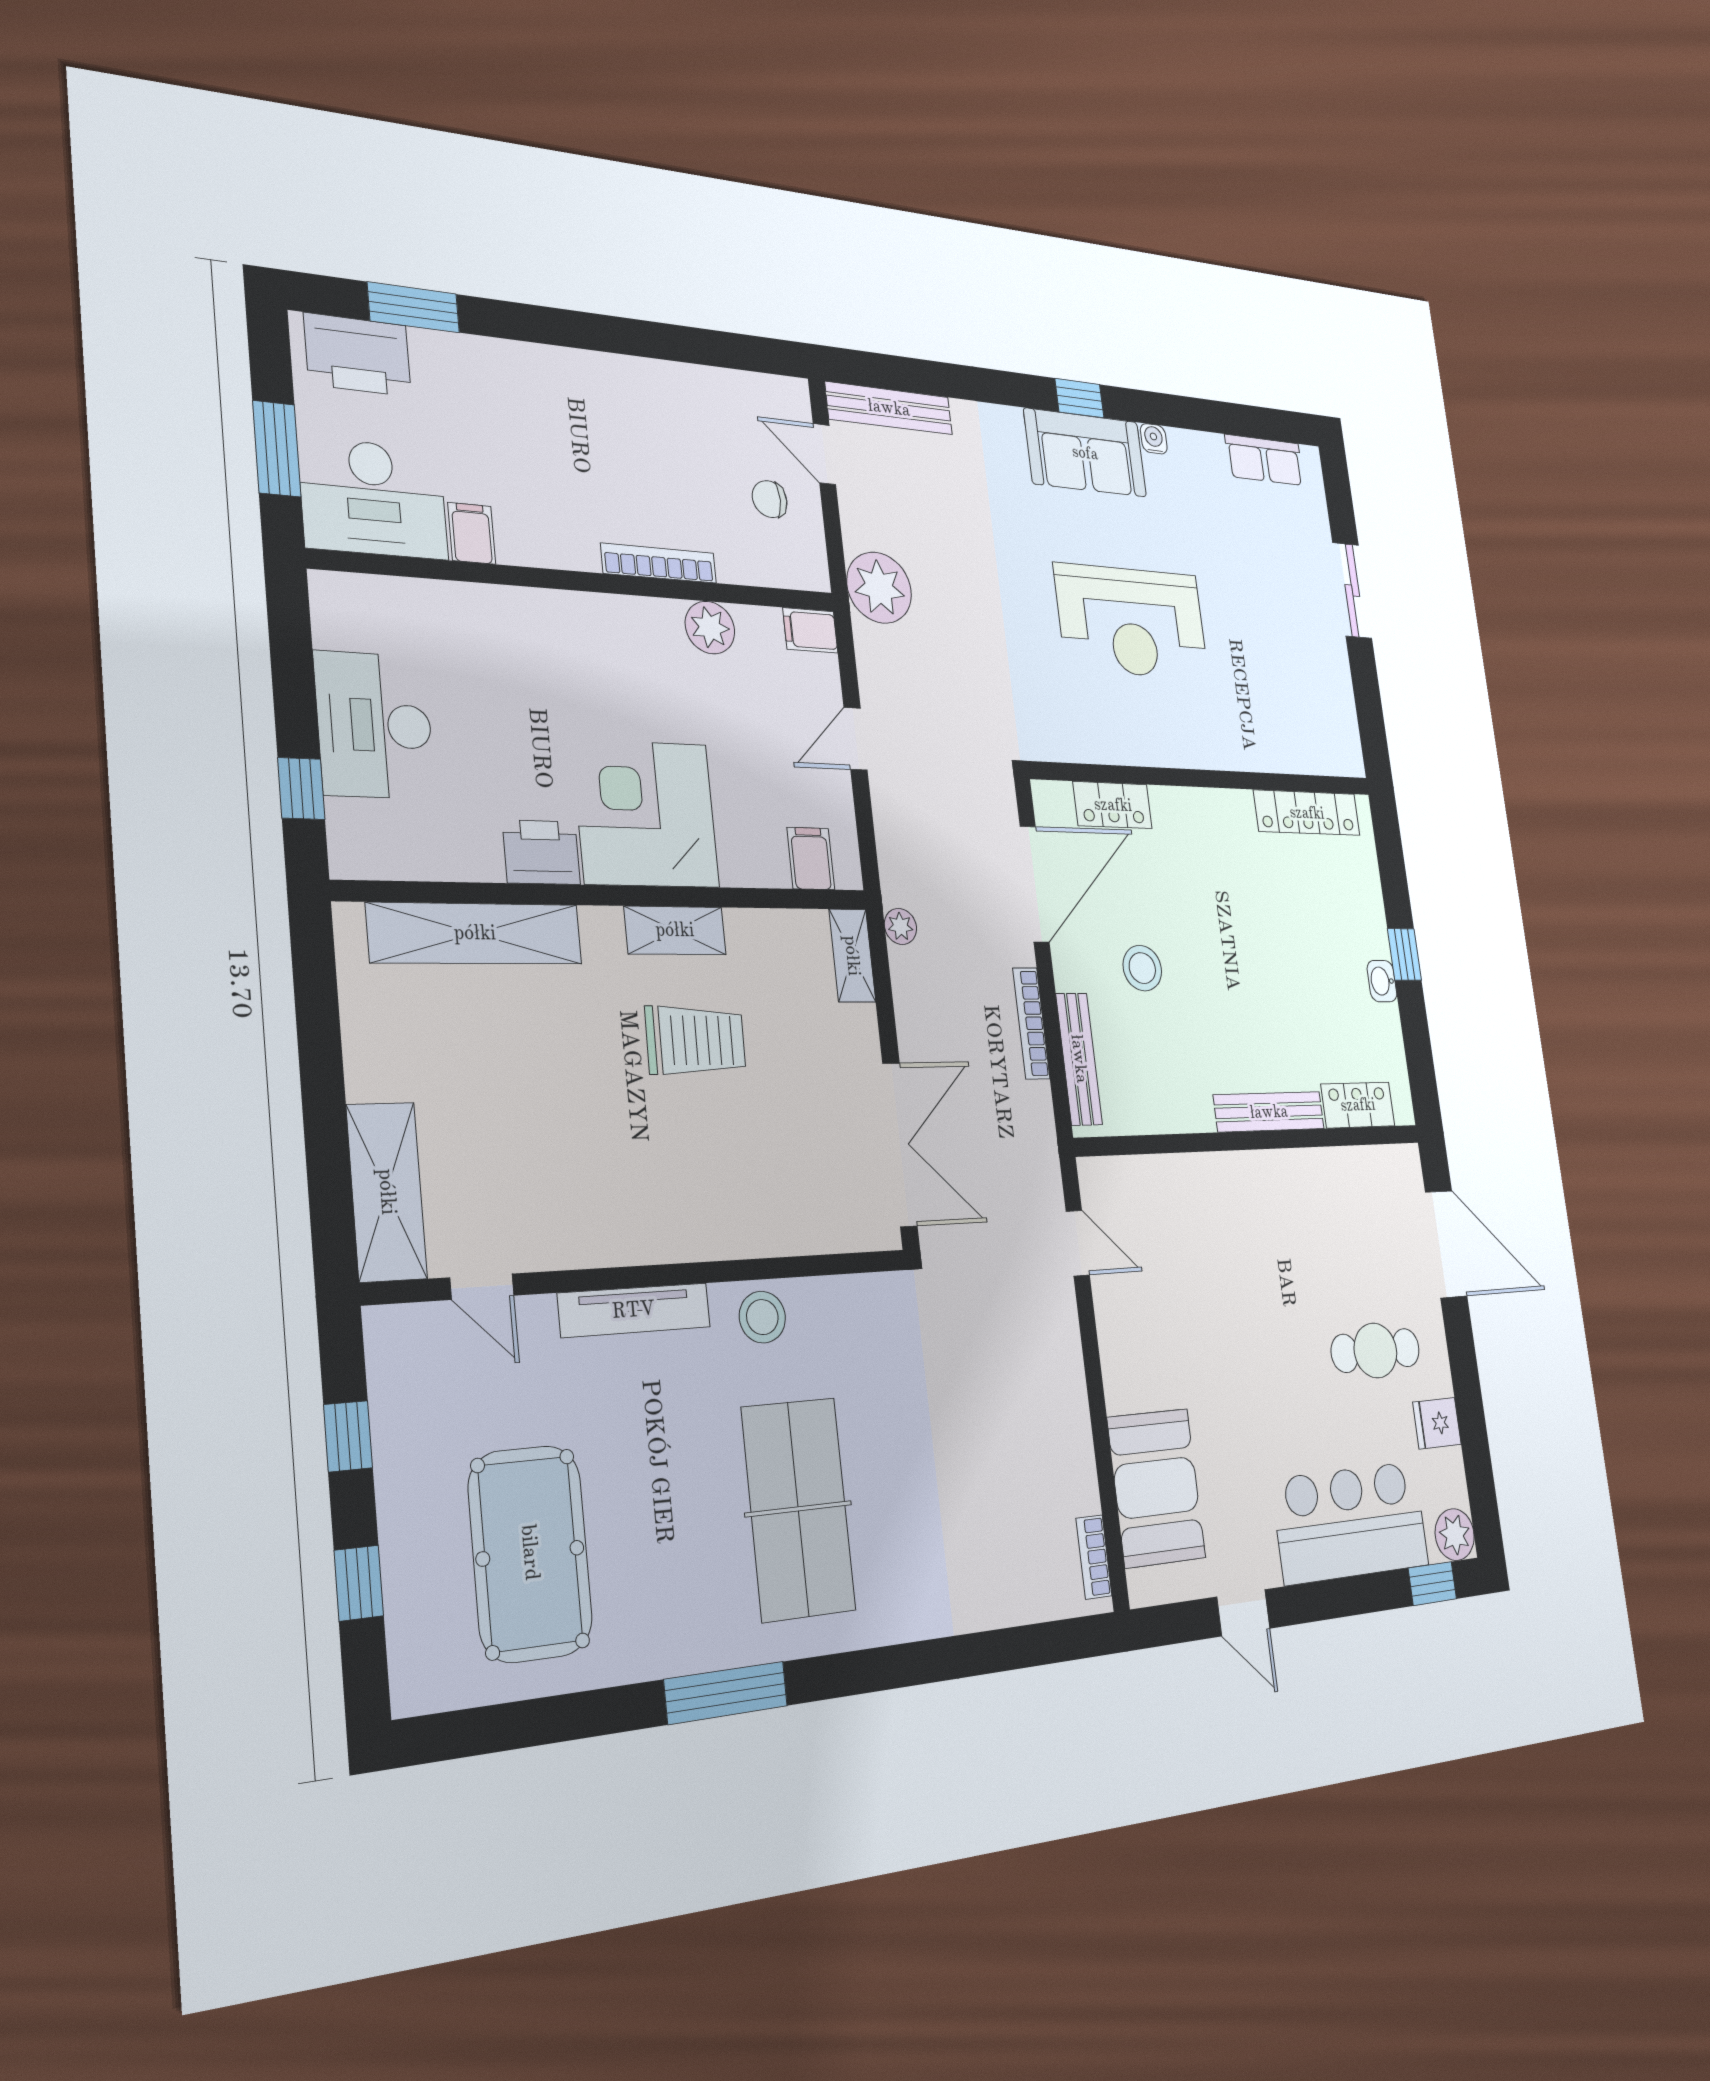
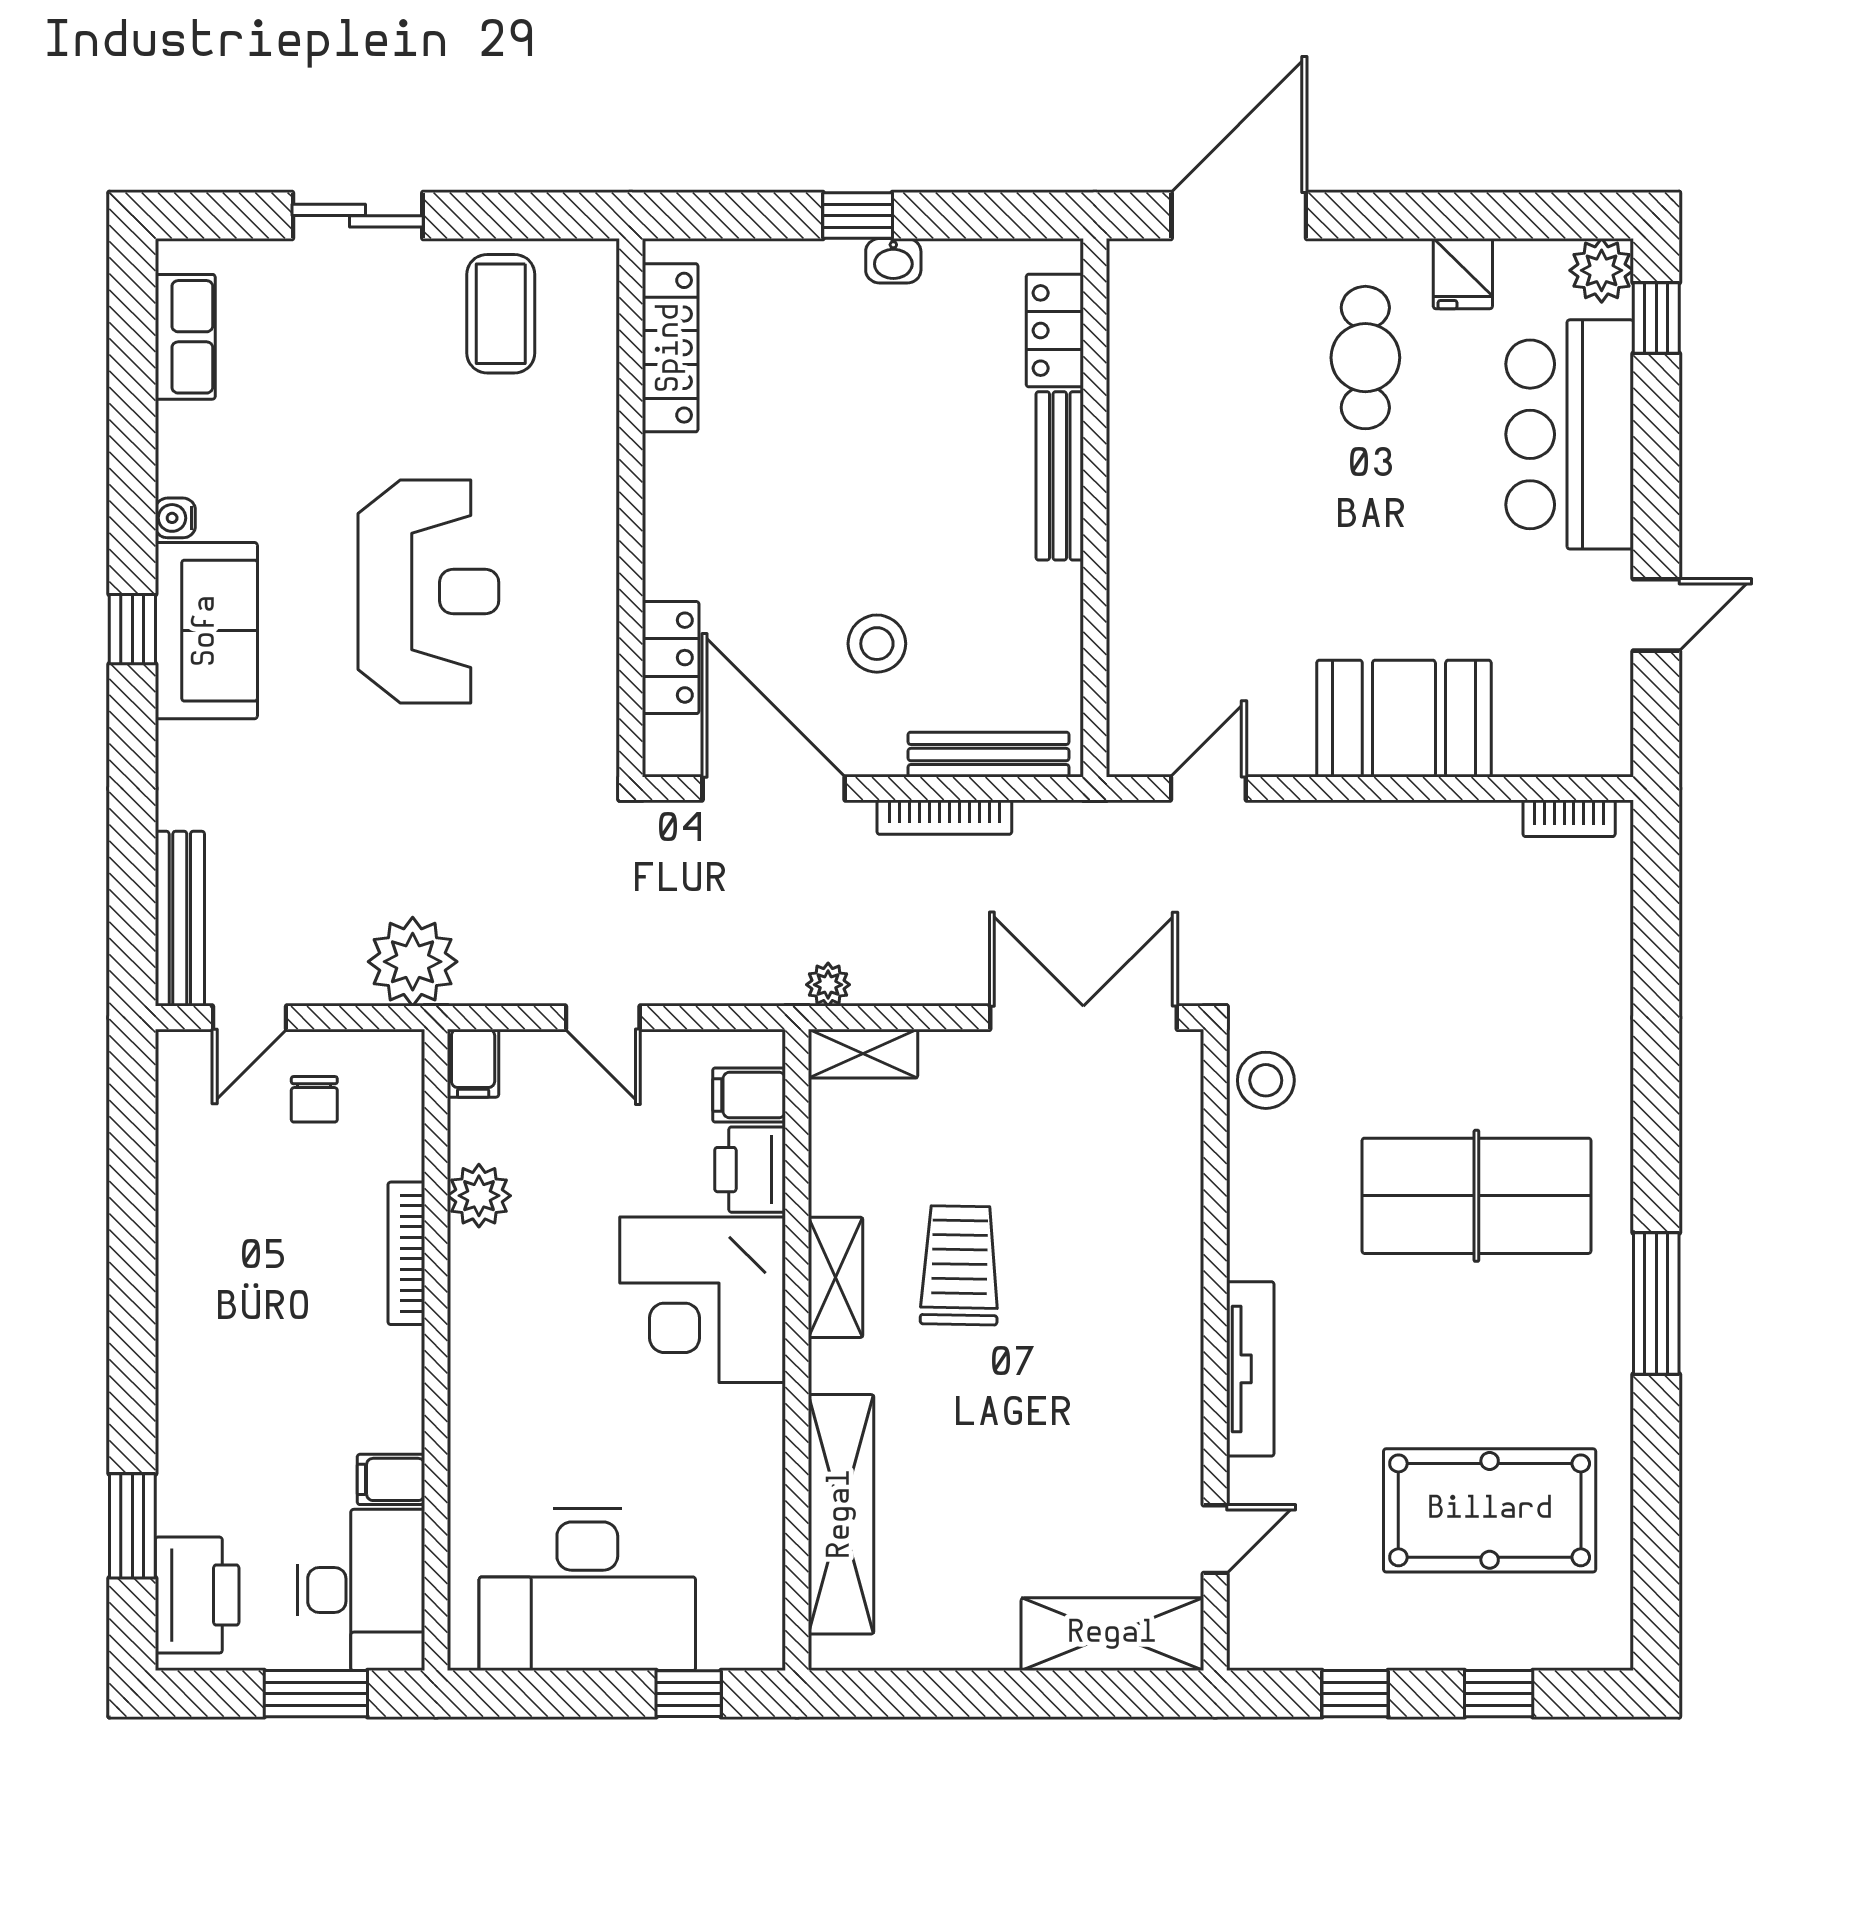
coffee table: (1310, 689) -> (501, 314), added
desk: (375, 725) -> (587, 1590), width x1.36, depth x1.30
printer: (541, 852) -> (750, 1170), moved
stool: (762, 1317) -> (1266, 1080), moved
booth: (1156, 1488) -> (1404, 719), moved

